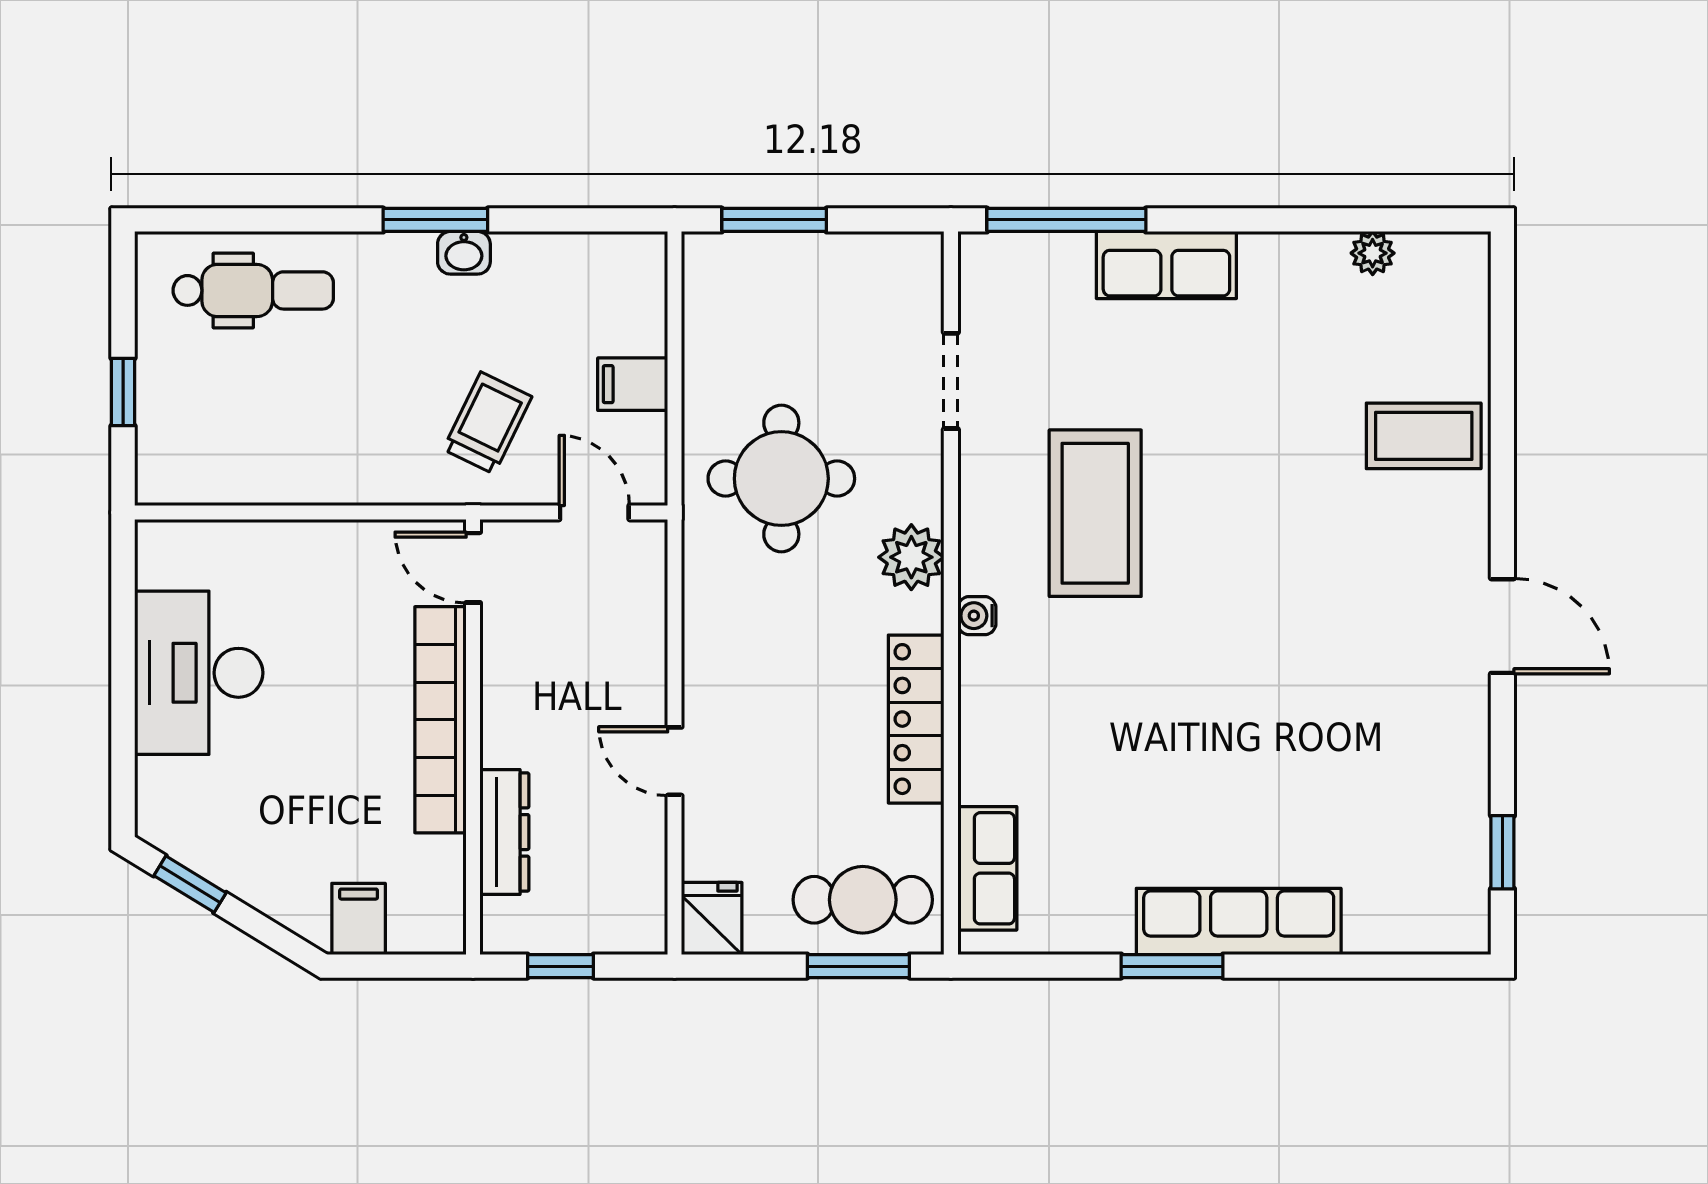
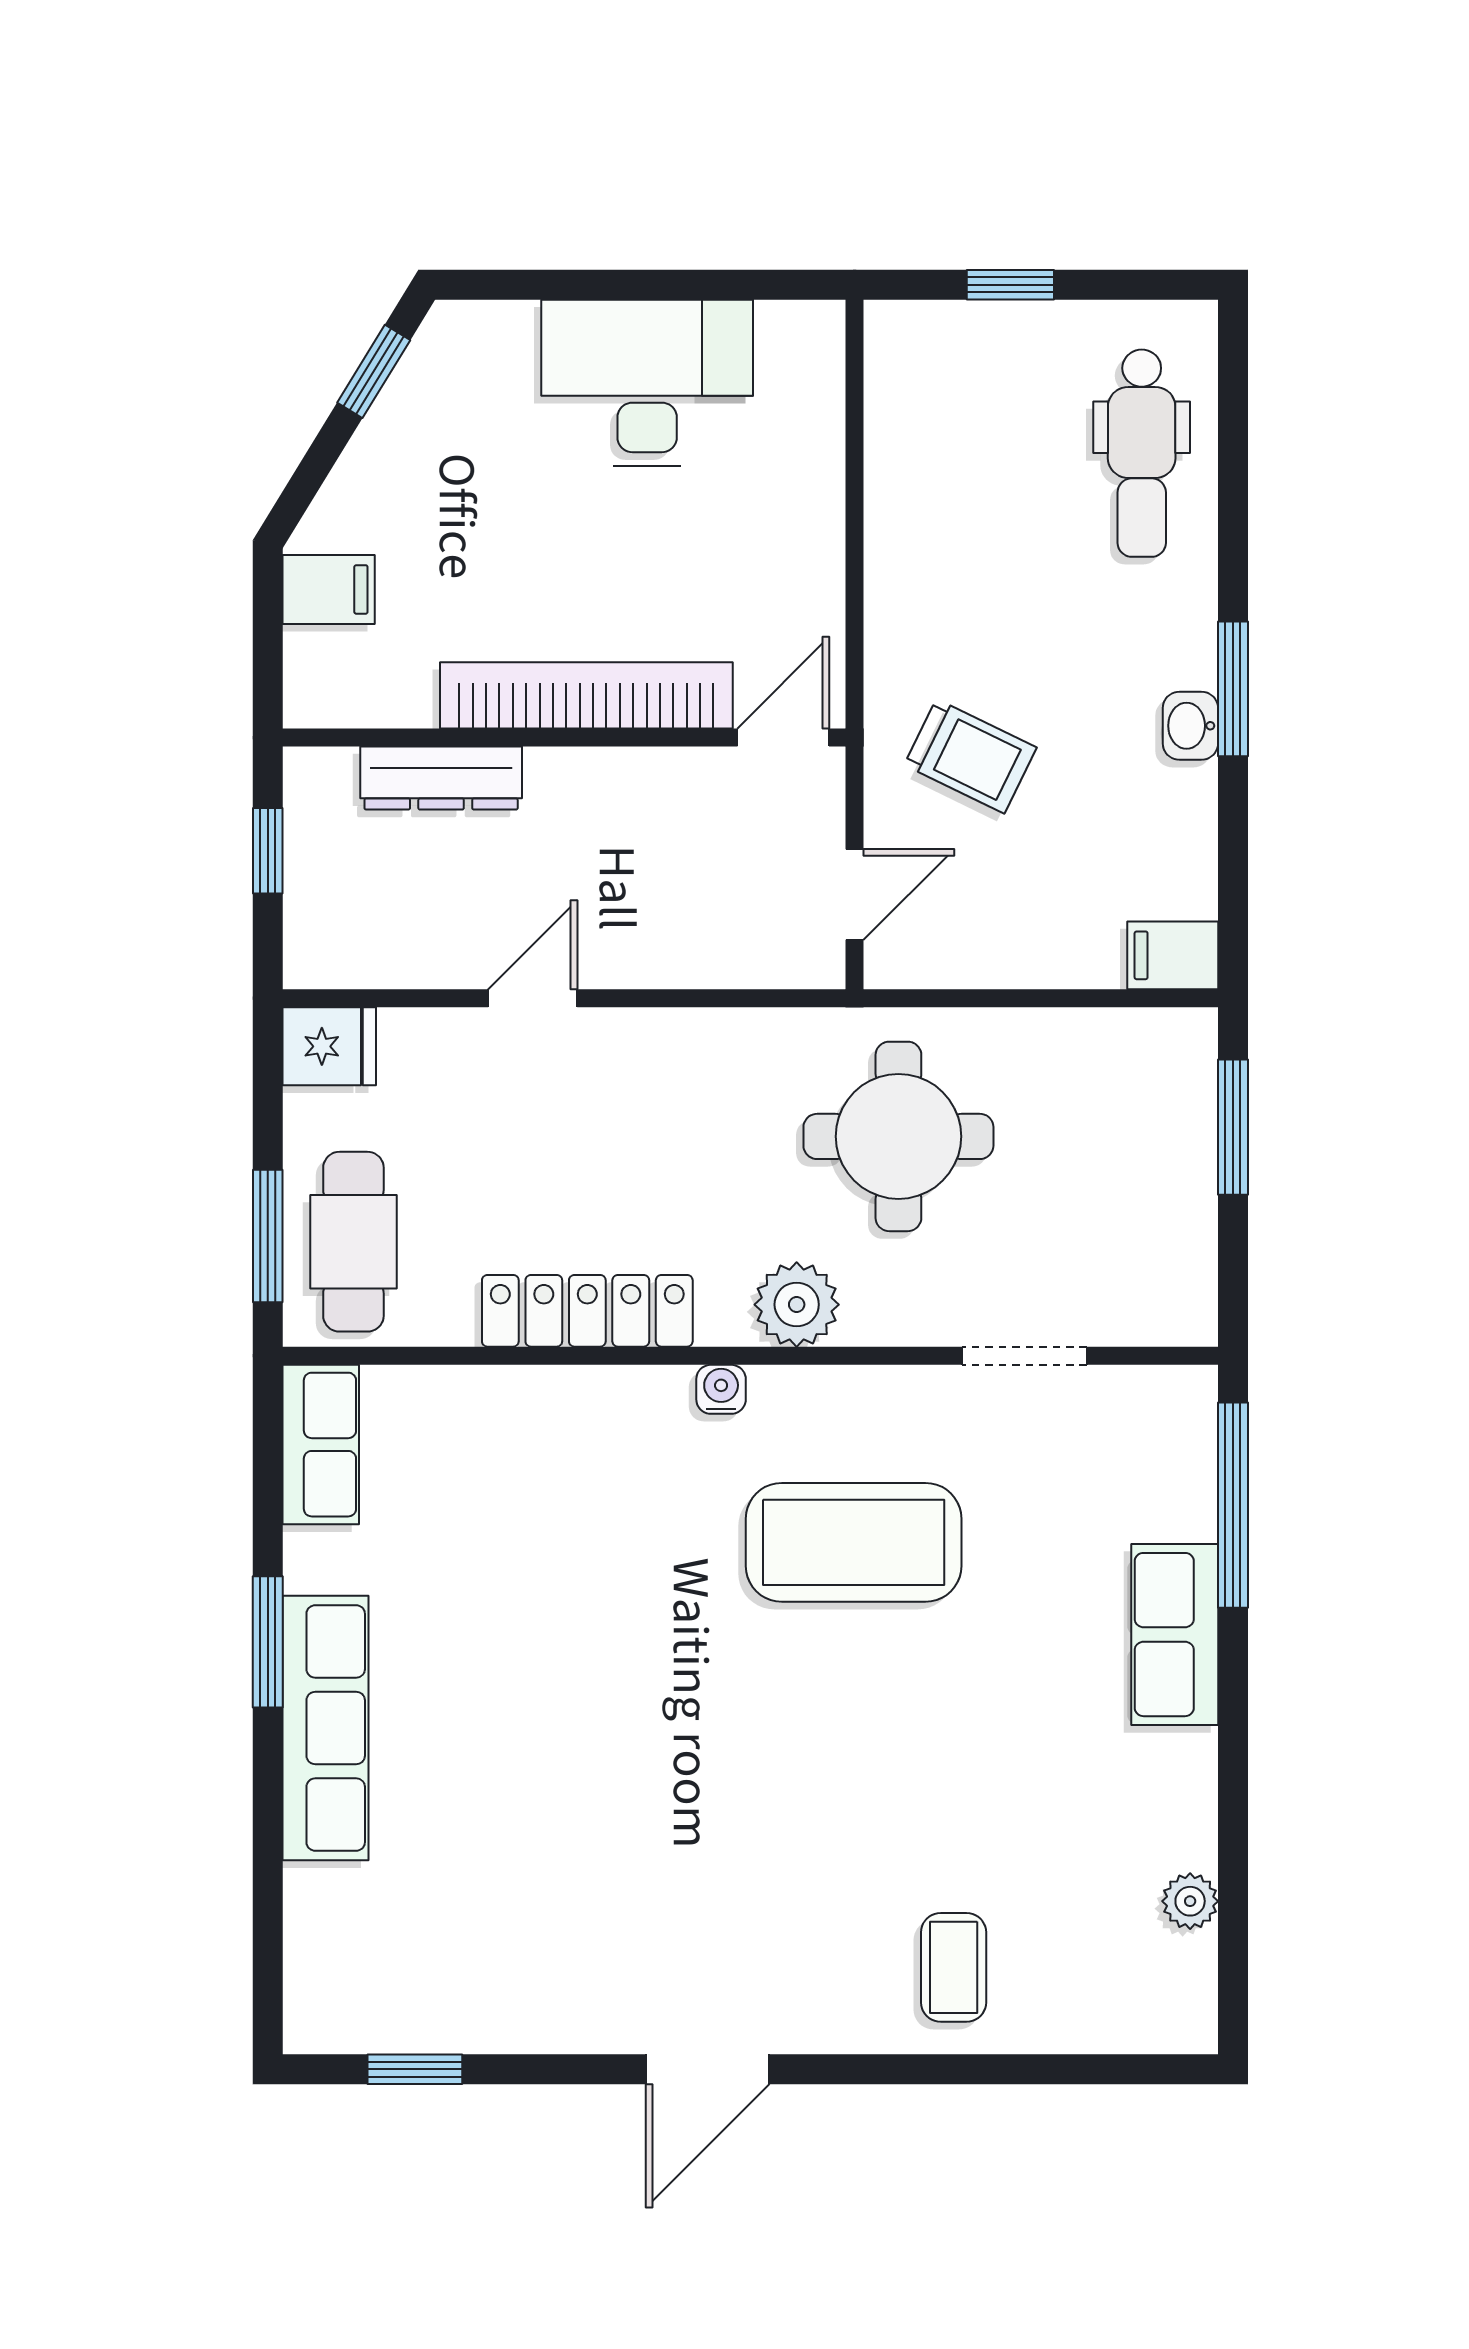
filing cabinet: (633, 384) -> (1173, 955), moved, turned -90
coffee table: (1424, 436) -> (954, 1967), width x0.73, depth x0.77
row of seats: (987, 868) -> (321, 1445), moved, turned -90

